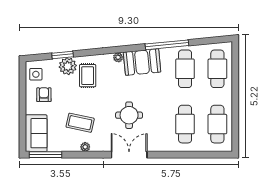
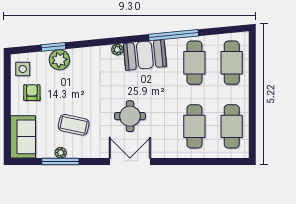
rug: (88, 76) -> (82, 71), removed
plant: (85, 147) -> (61, 153), moved
window: (46, 155) -> (60, 162), moved

